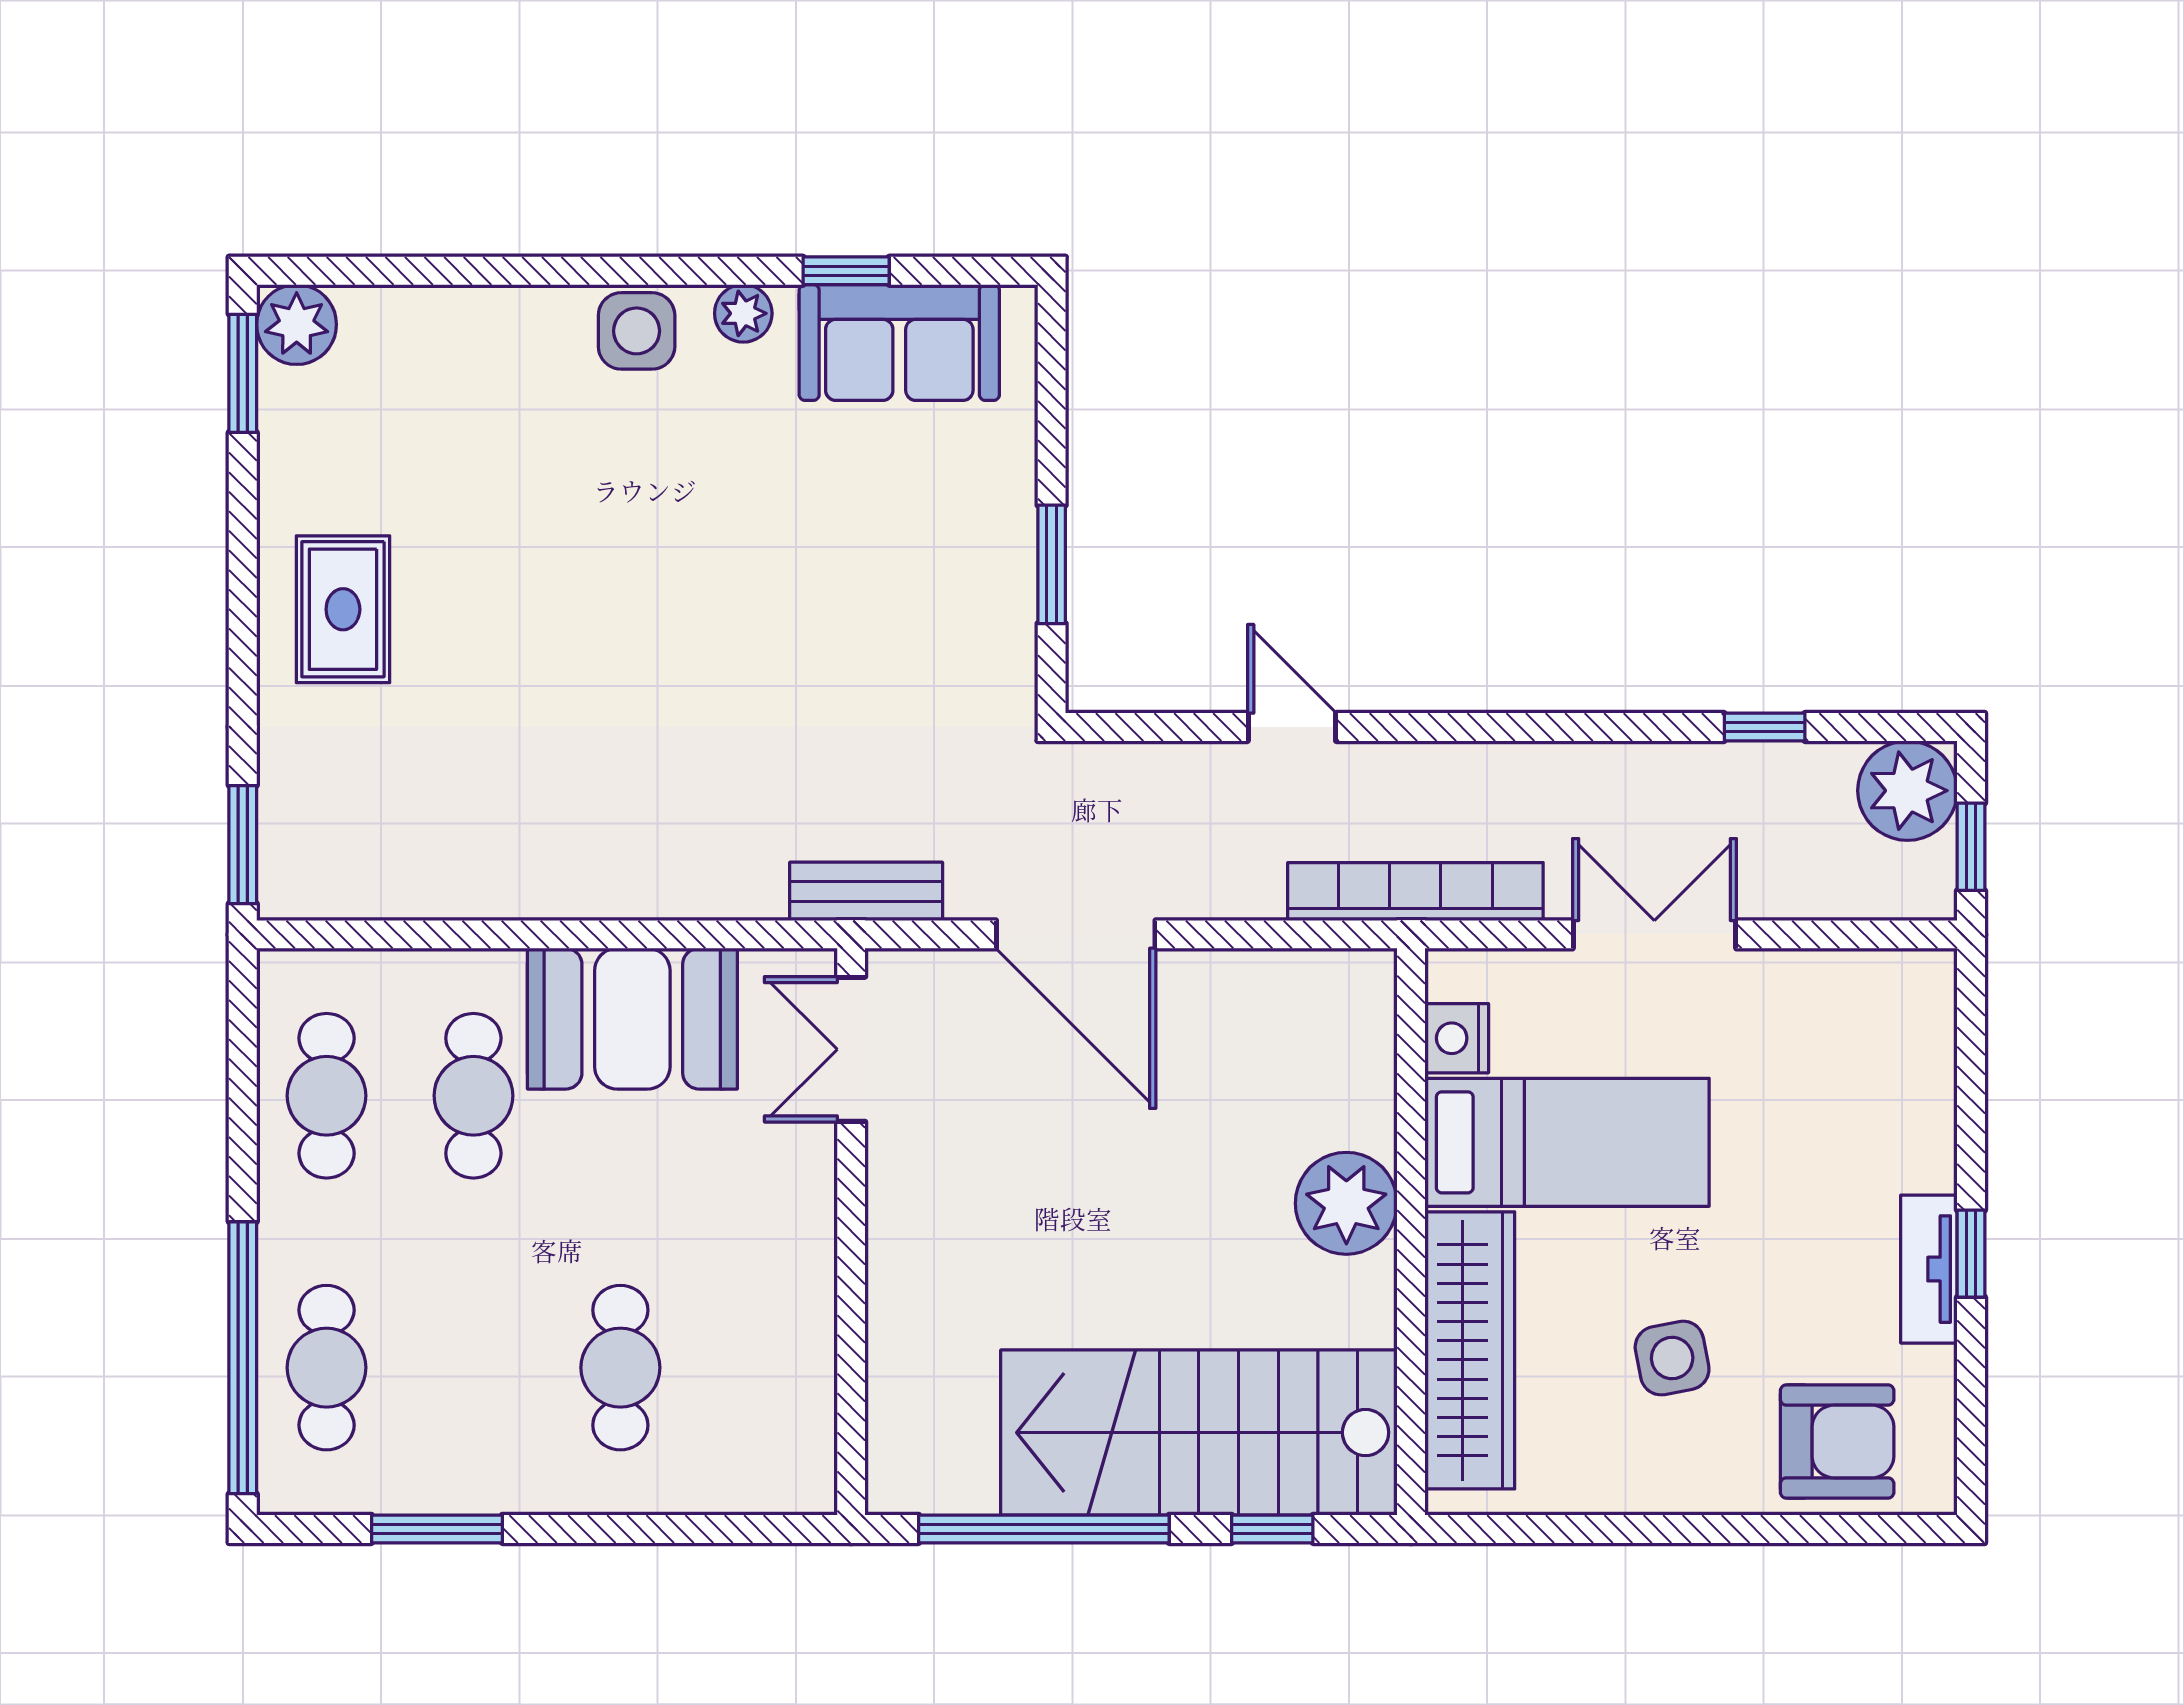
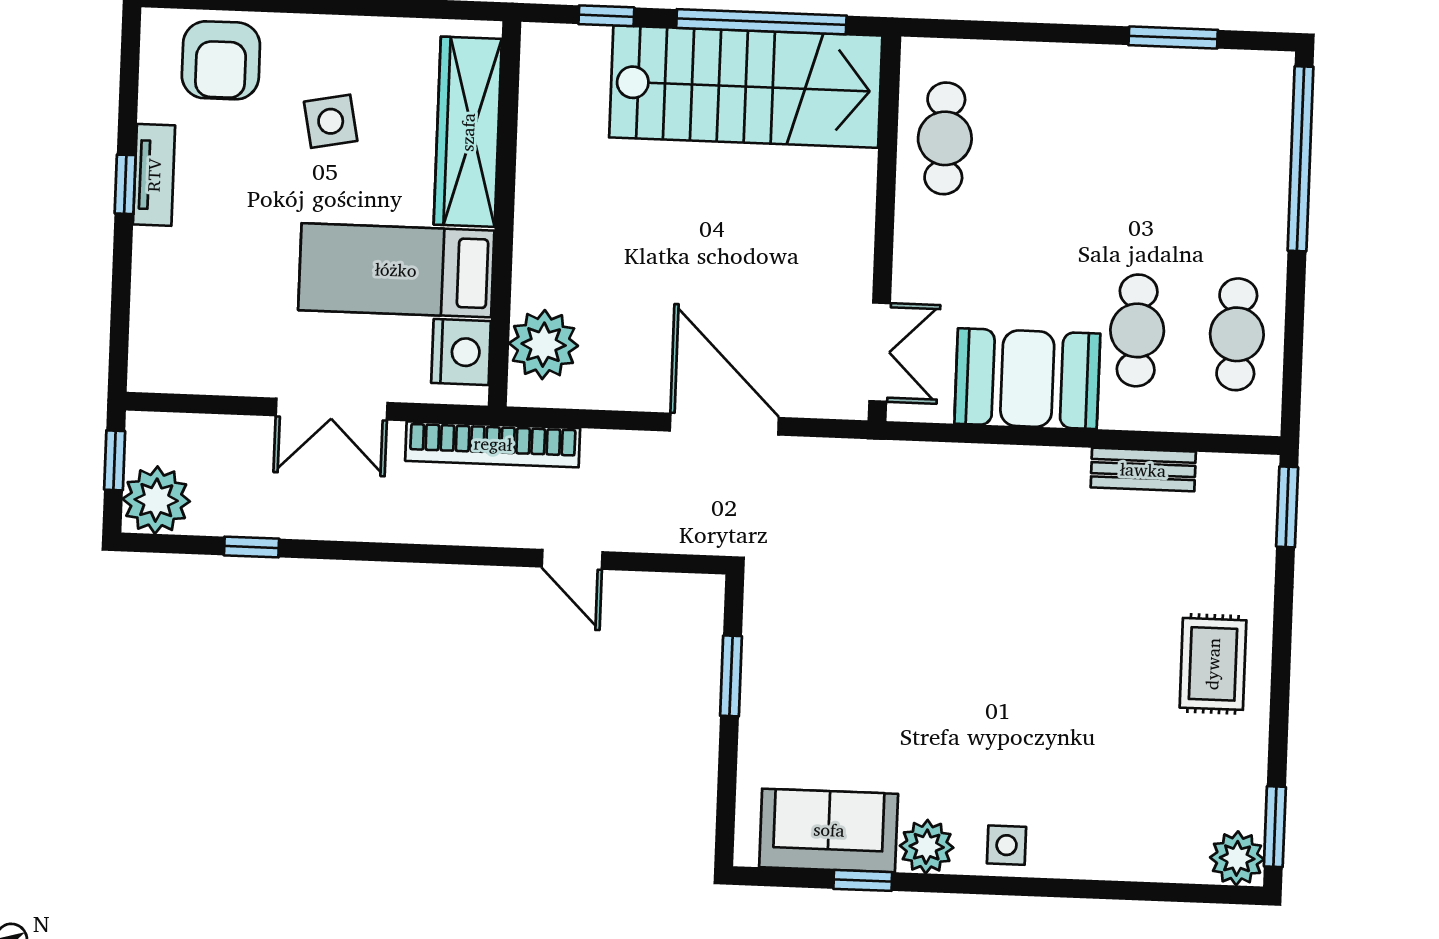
plant: (743, 313) -> (927, 847), width x1.38, depth x1.38
side table: (637, 331) -> (1007, 845), width x0.73, depth x0.73
bench: (866, 891) -> (1143, 470), moved
nightstand: (1457, 1038) -> (461, 352), width x1.36, depth x1.33
plant: (1346, 1203) -> (544, 345), moved
cafe table: (327, 1368) -> (1244, 150), removed
cafe table: (620, 1368) -> (945, 138), moved
stairs: (1199, 1433) -> (746, 87), moved
armchair: (1837, 1442) -> (221, 60), turned -90

